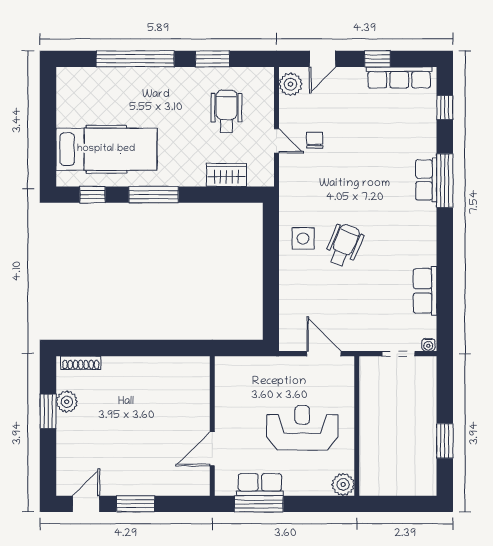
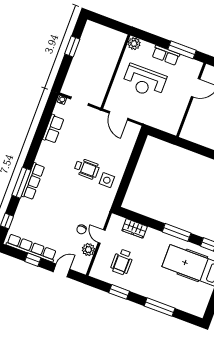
window: (135, 59) -> (160, 307), width x0.68
row of seats: (399, 77) -> (31, 248), width x1.36
plant: (290, 84) -> (88, 250), moved
row of seats: (426, 180) -> (33, 181), width x1.48
wheelchair: (344, 245) -> (87, 169), turned -113
row of seats: (260, 485) -> (166, 55), moved

